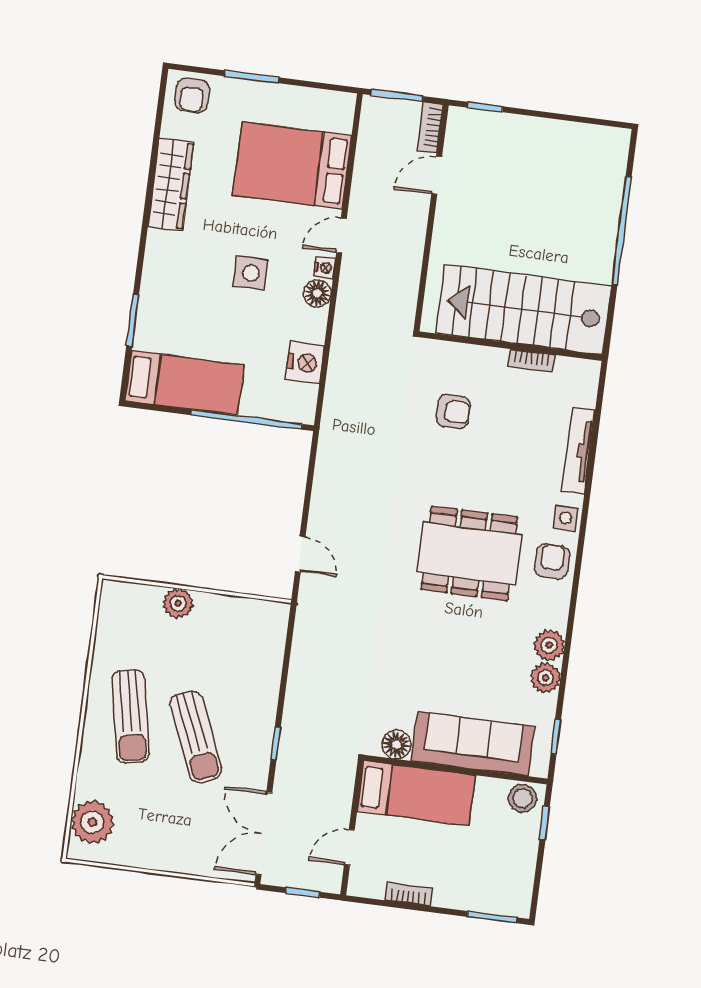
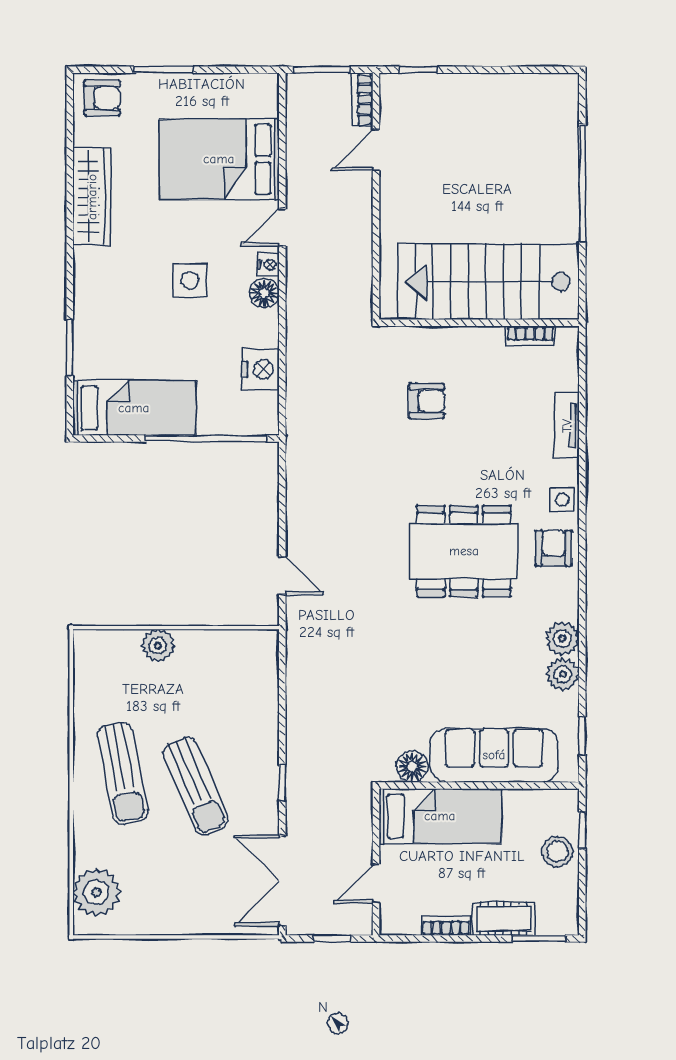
armchair: (192, 95) -> (102, 98), turned -90
bookcase: (531, 361) -> (530, 336), moved
tv unit: (579, 451) -> (567, 426), width x0.71
stool: (523, 798) -> (557, 852), moved
cot: (462, 895) -> (504, 919), added

